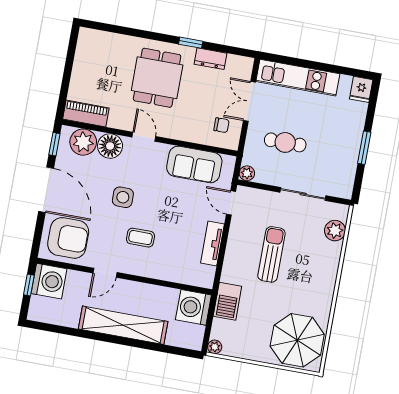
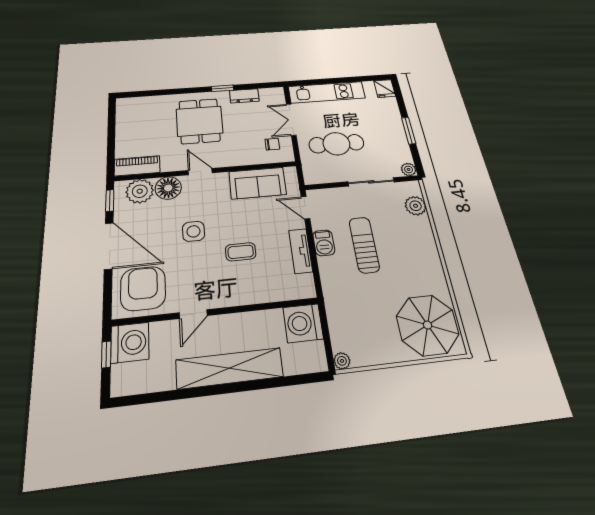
cafe table: (285, 142) -> (336, 144), width x1.37, depth x1.35
plant: (247, 173) -> (409, 169), moved
armchair: (68, 238) -> (143, 288), turned -90
coffee table: (140, 238) -> (241, 252), moved
barbecue: (227, 301) -> (324, 243), moved, width x0.73, depth x0.79

